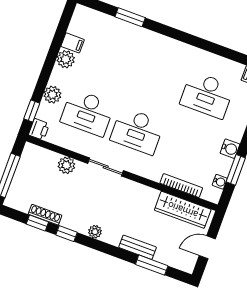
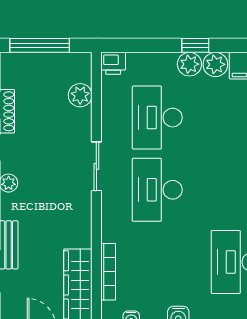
plant: (52, 95) -> (189, 64), moved
window: (32, 111) -> (195, 45), moved
plant: (66, 165) -> (80, 95), moved

